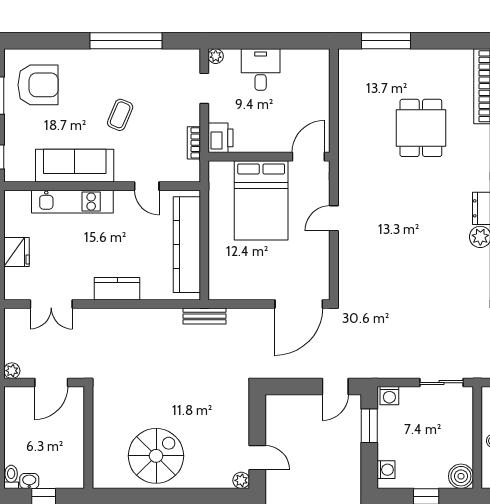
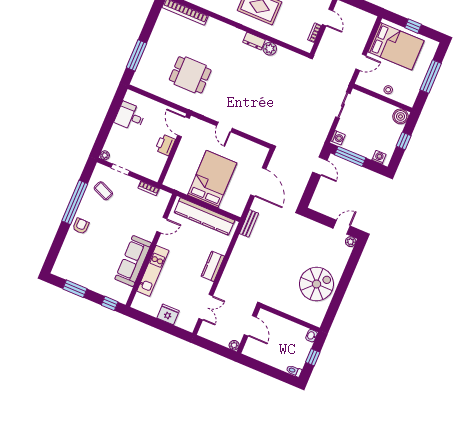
desk: (261, 70) -> (130, 116), moved
armchair: (38, 85) -> (81, 226), moved, width x0.53, depth x0.53
coffee table: (120, 115) -> (103, 191), moved
dining table: (421, 128) -> (190, 75), moved
printer: (220, 138) -> (165, 145), moved, turned -90
bed: (261, 200) -> (212, 179), moved, turned -90
door: (299, 304) -> (258, 182), moved
window: (369, 426) -> (350, 156), width x1.44
spiral stairs: (156, 456) -> (317, 284), turned 90
washbasin: (29, 481) -> (312, 336), moved

